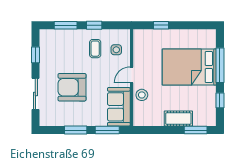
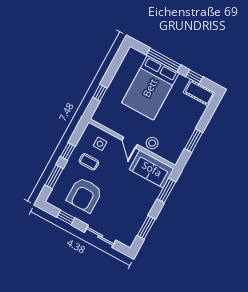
armchair: (72, 87) -> (84, 195), moved
cot: (178, 119) -> (199, 93), moved, turned 90
window: (76, 130) -> (146, 227), moved
window: (196, 130) -> (194, 141), moved

